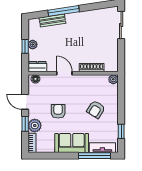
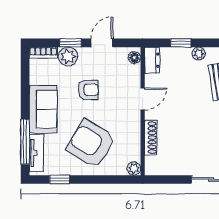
plant: (33, 45) -> (199, 54), moved
armchair: (96, 109) -> (91, 144), width x1.88, depth x1.88

